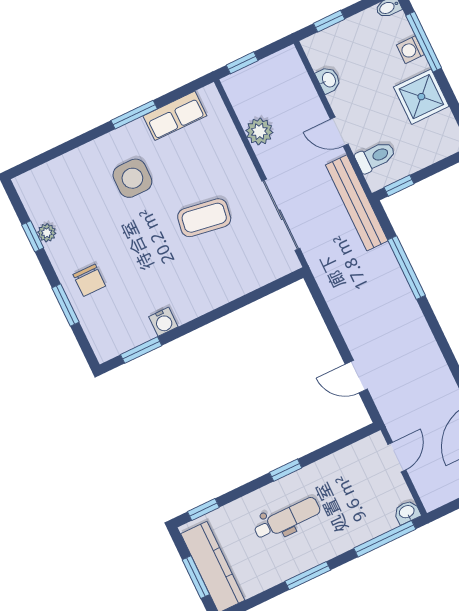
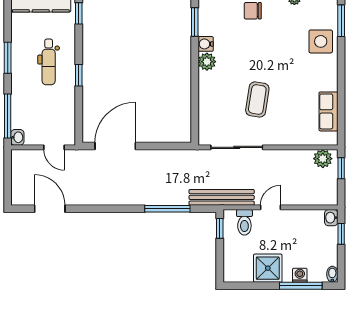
washbasin: (328, 80) -> (331, 218), moved, turned 90
window: (134, 115) -> (341, 21), moved
plant: (259, 131) -> (323, 159), moved
side table: (132, 178) -> (321, 41), moved
plant: (186, 309) -> (207, 62), added
door: (356, 377) -> (115, 146), width x1.88

